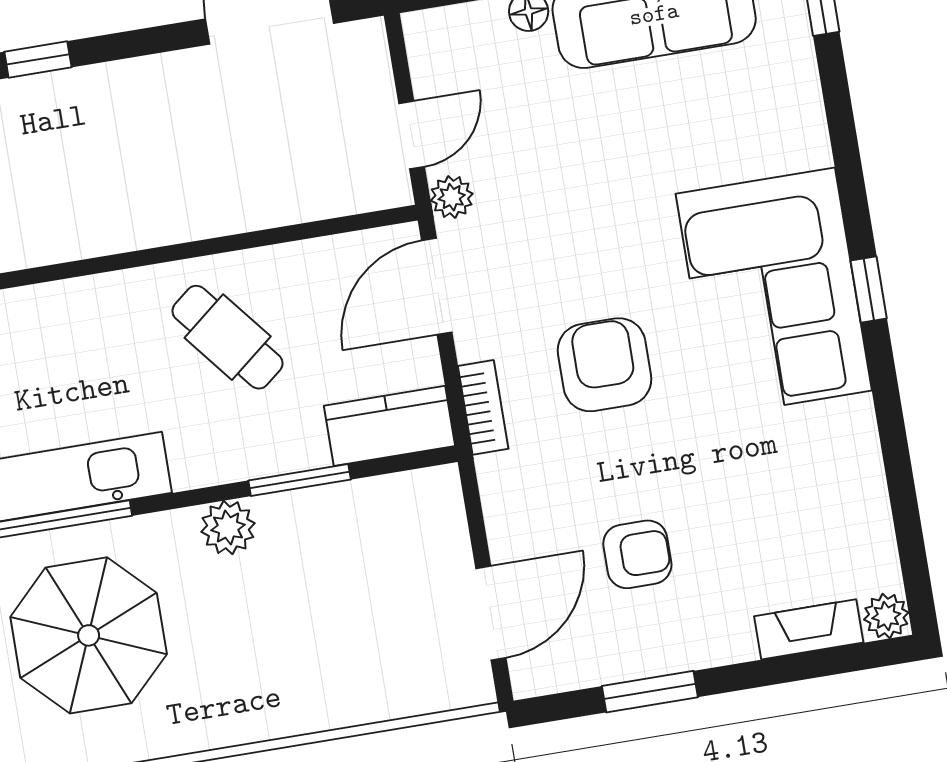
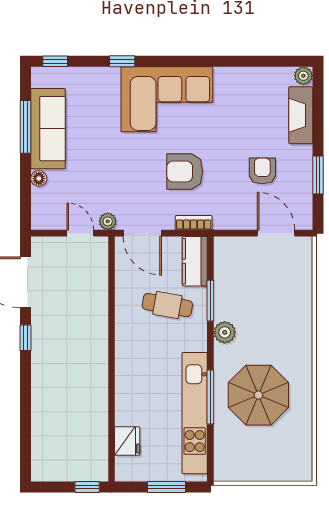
window: (38, 59) -> (26, 338), moved
window: (869, 290) -> (122, 61), moved
cafe table: (228, 337) -> (167, 305), moved, turned 49
fireplace: (809, 629) -> (301, 115), width x1.37, depth x1.32

